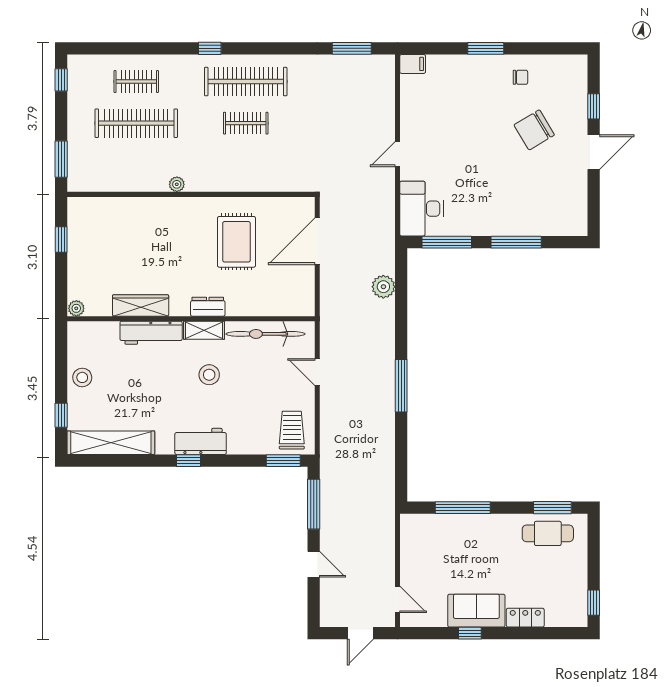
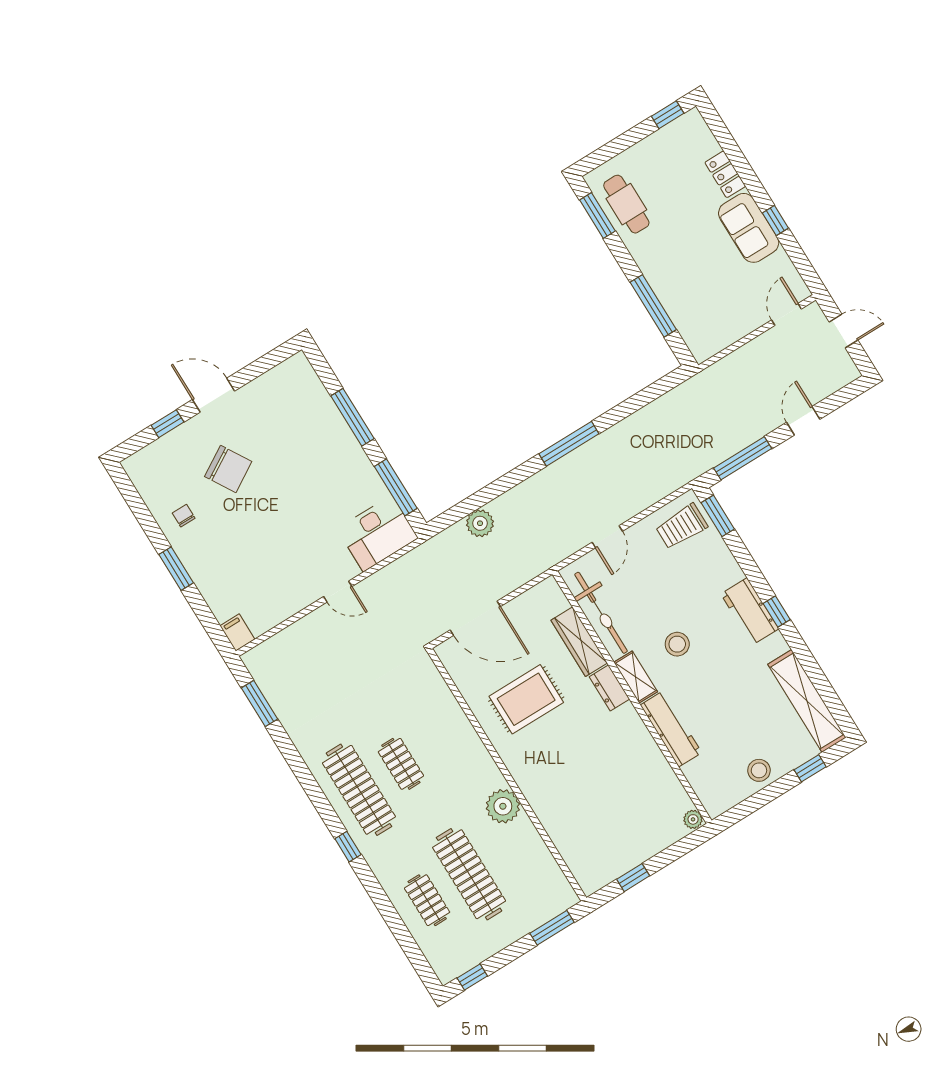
plant: (177, 184) -> (503, 806), width x1.87, depth x1.87
wardrobe: (141, 305) -> (579, 642), moved

